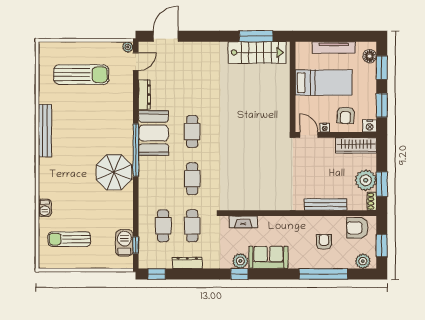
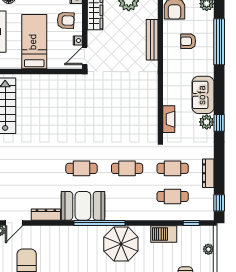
door: (136, 62) -> (14, 223), swing flipped
barbecue: (124, 243) -> (164, 234), moved
plant: (109, 263) -> (208, 249), added

